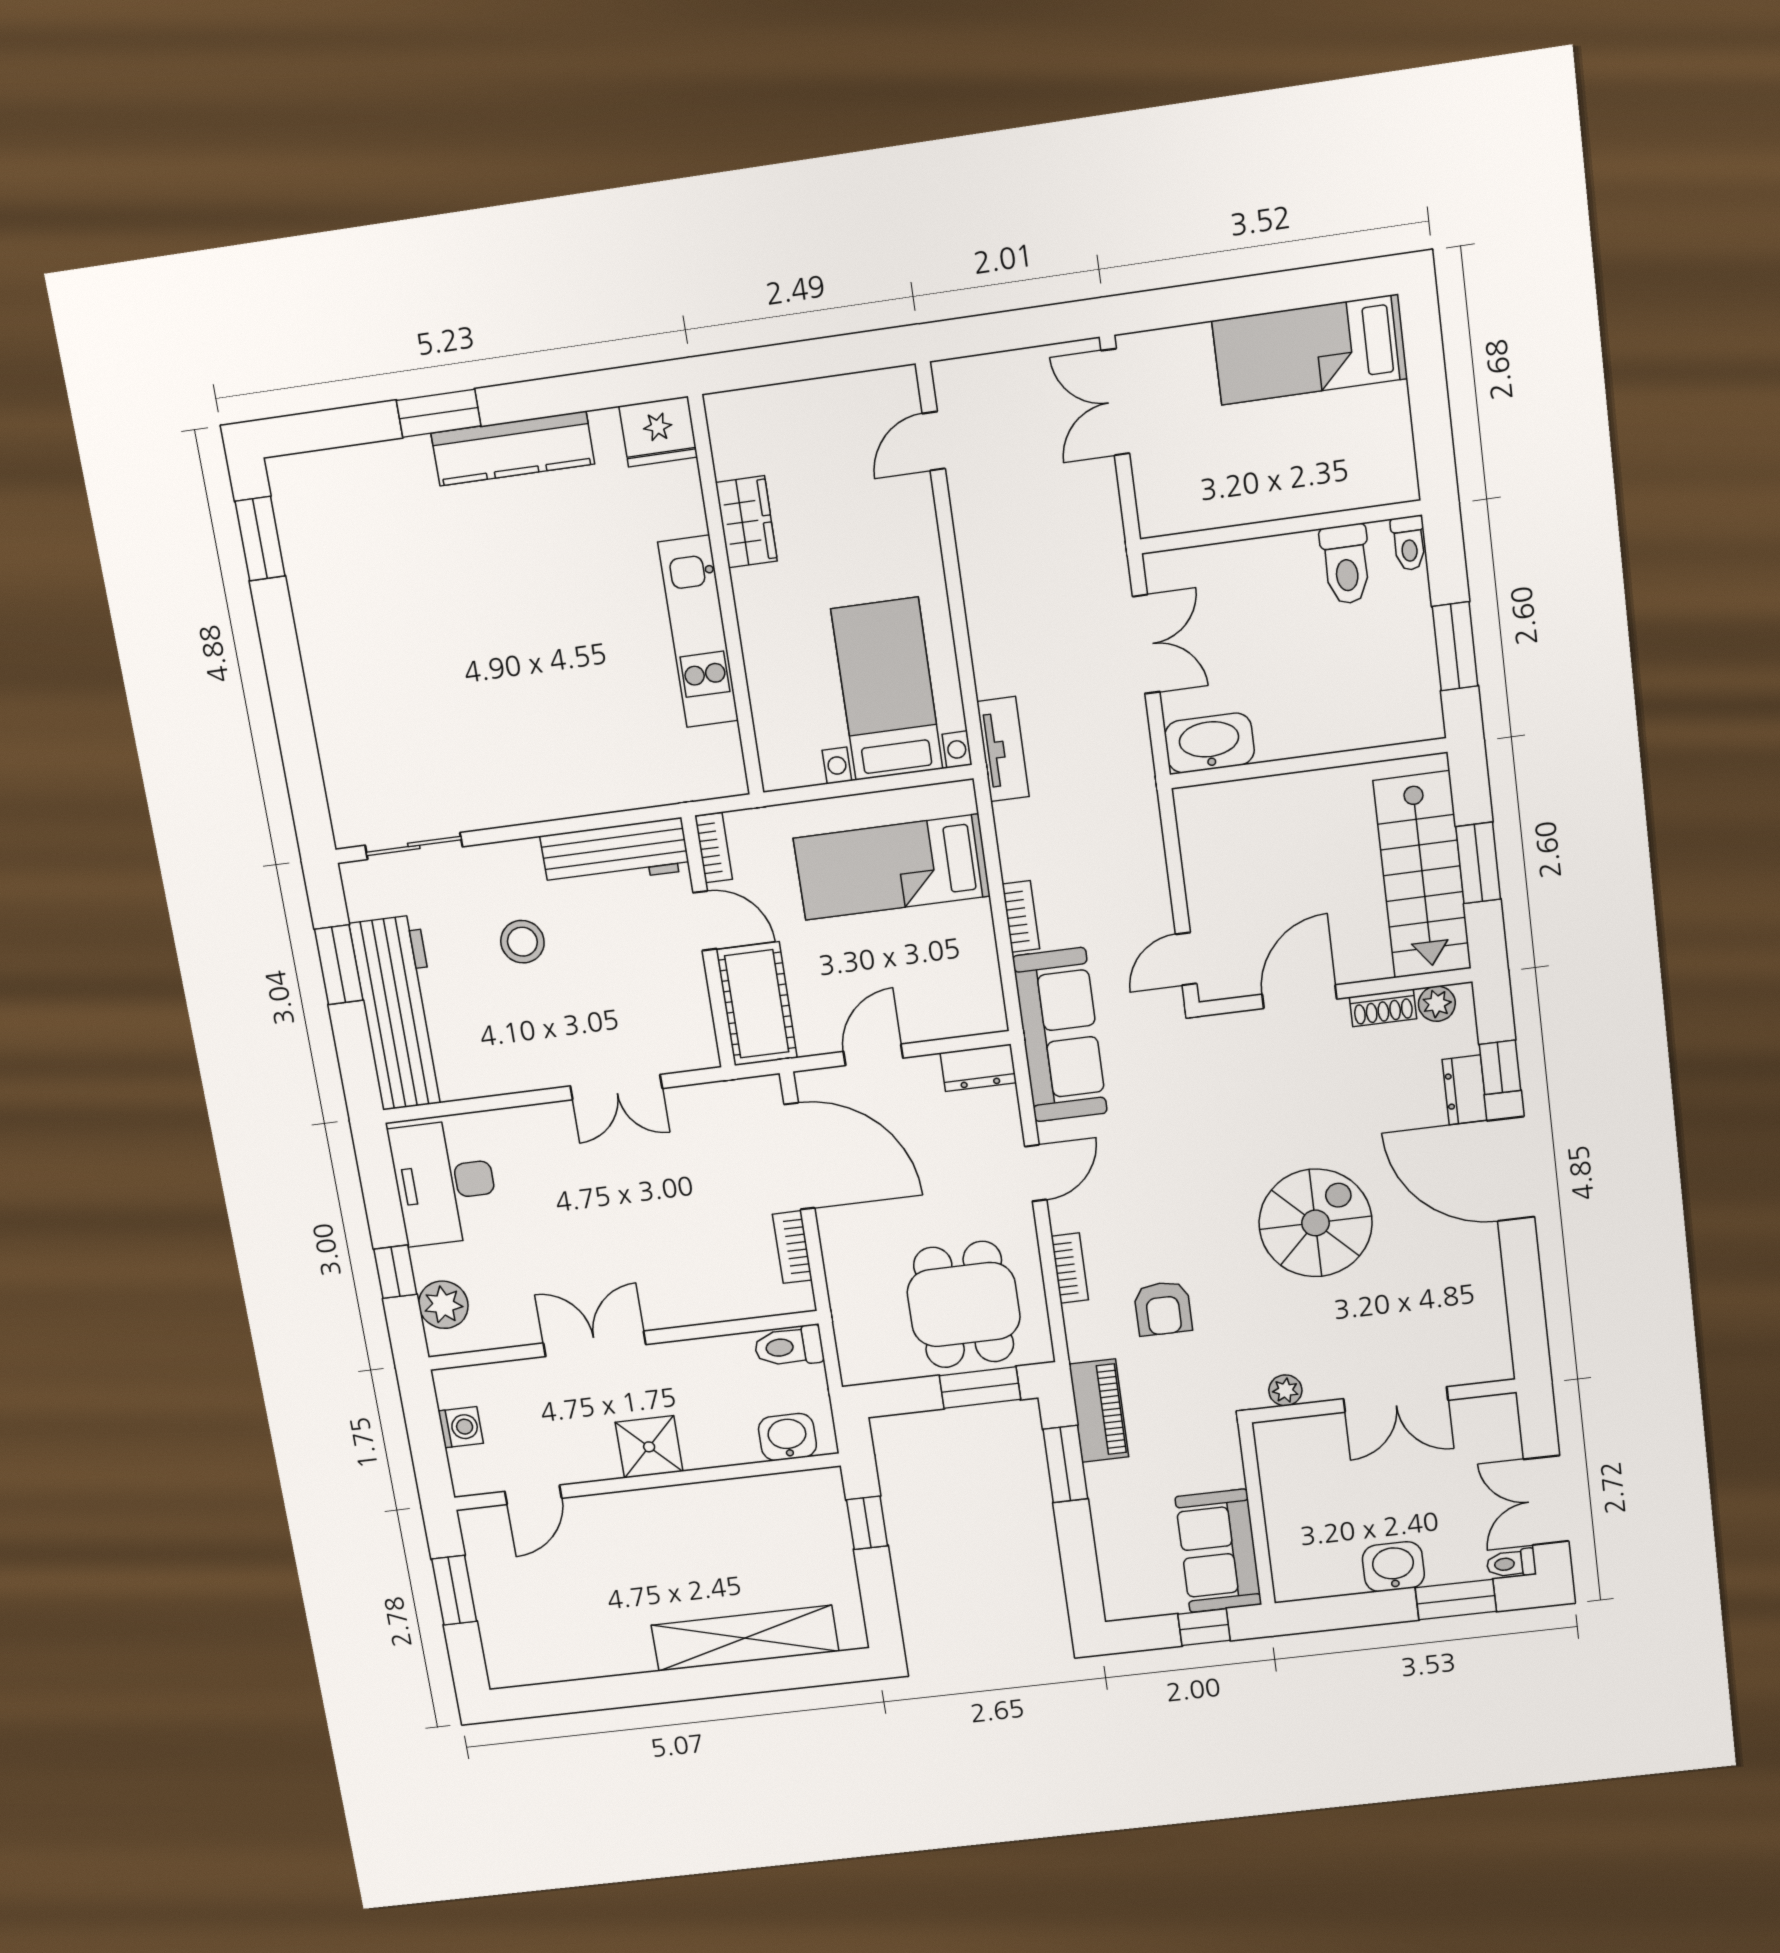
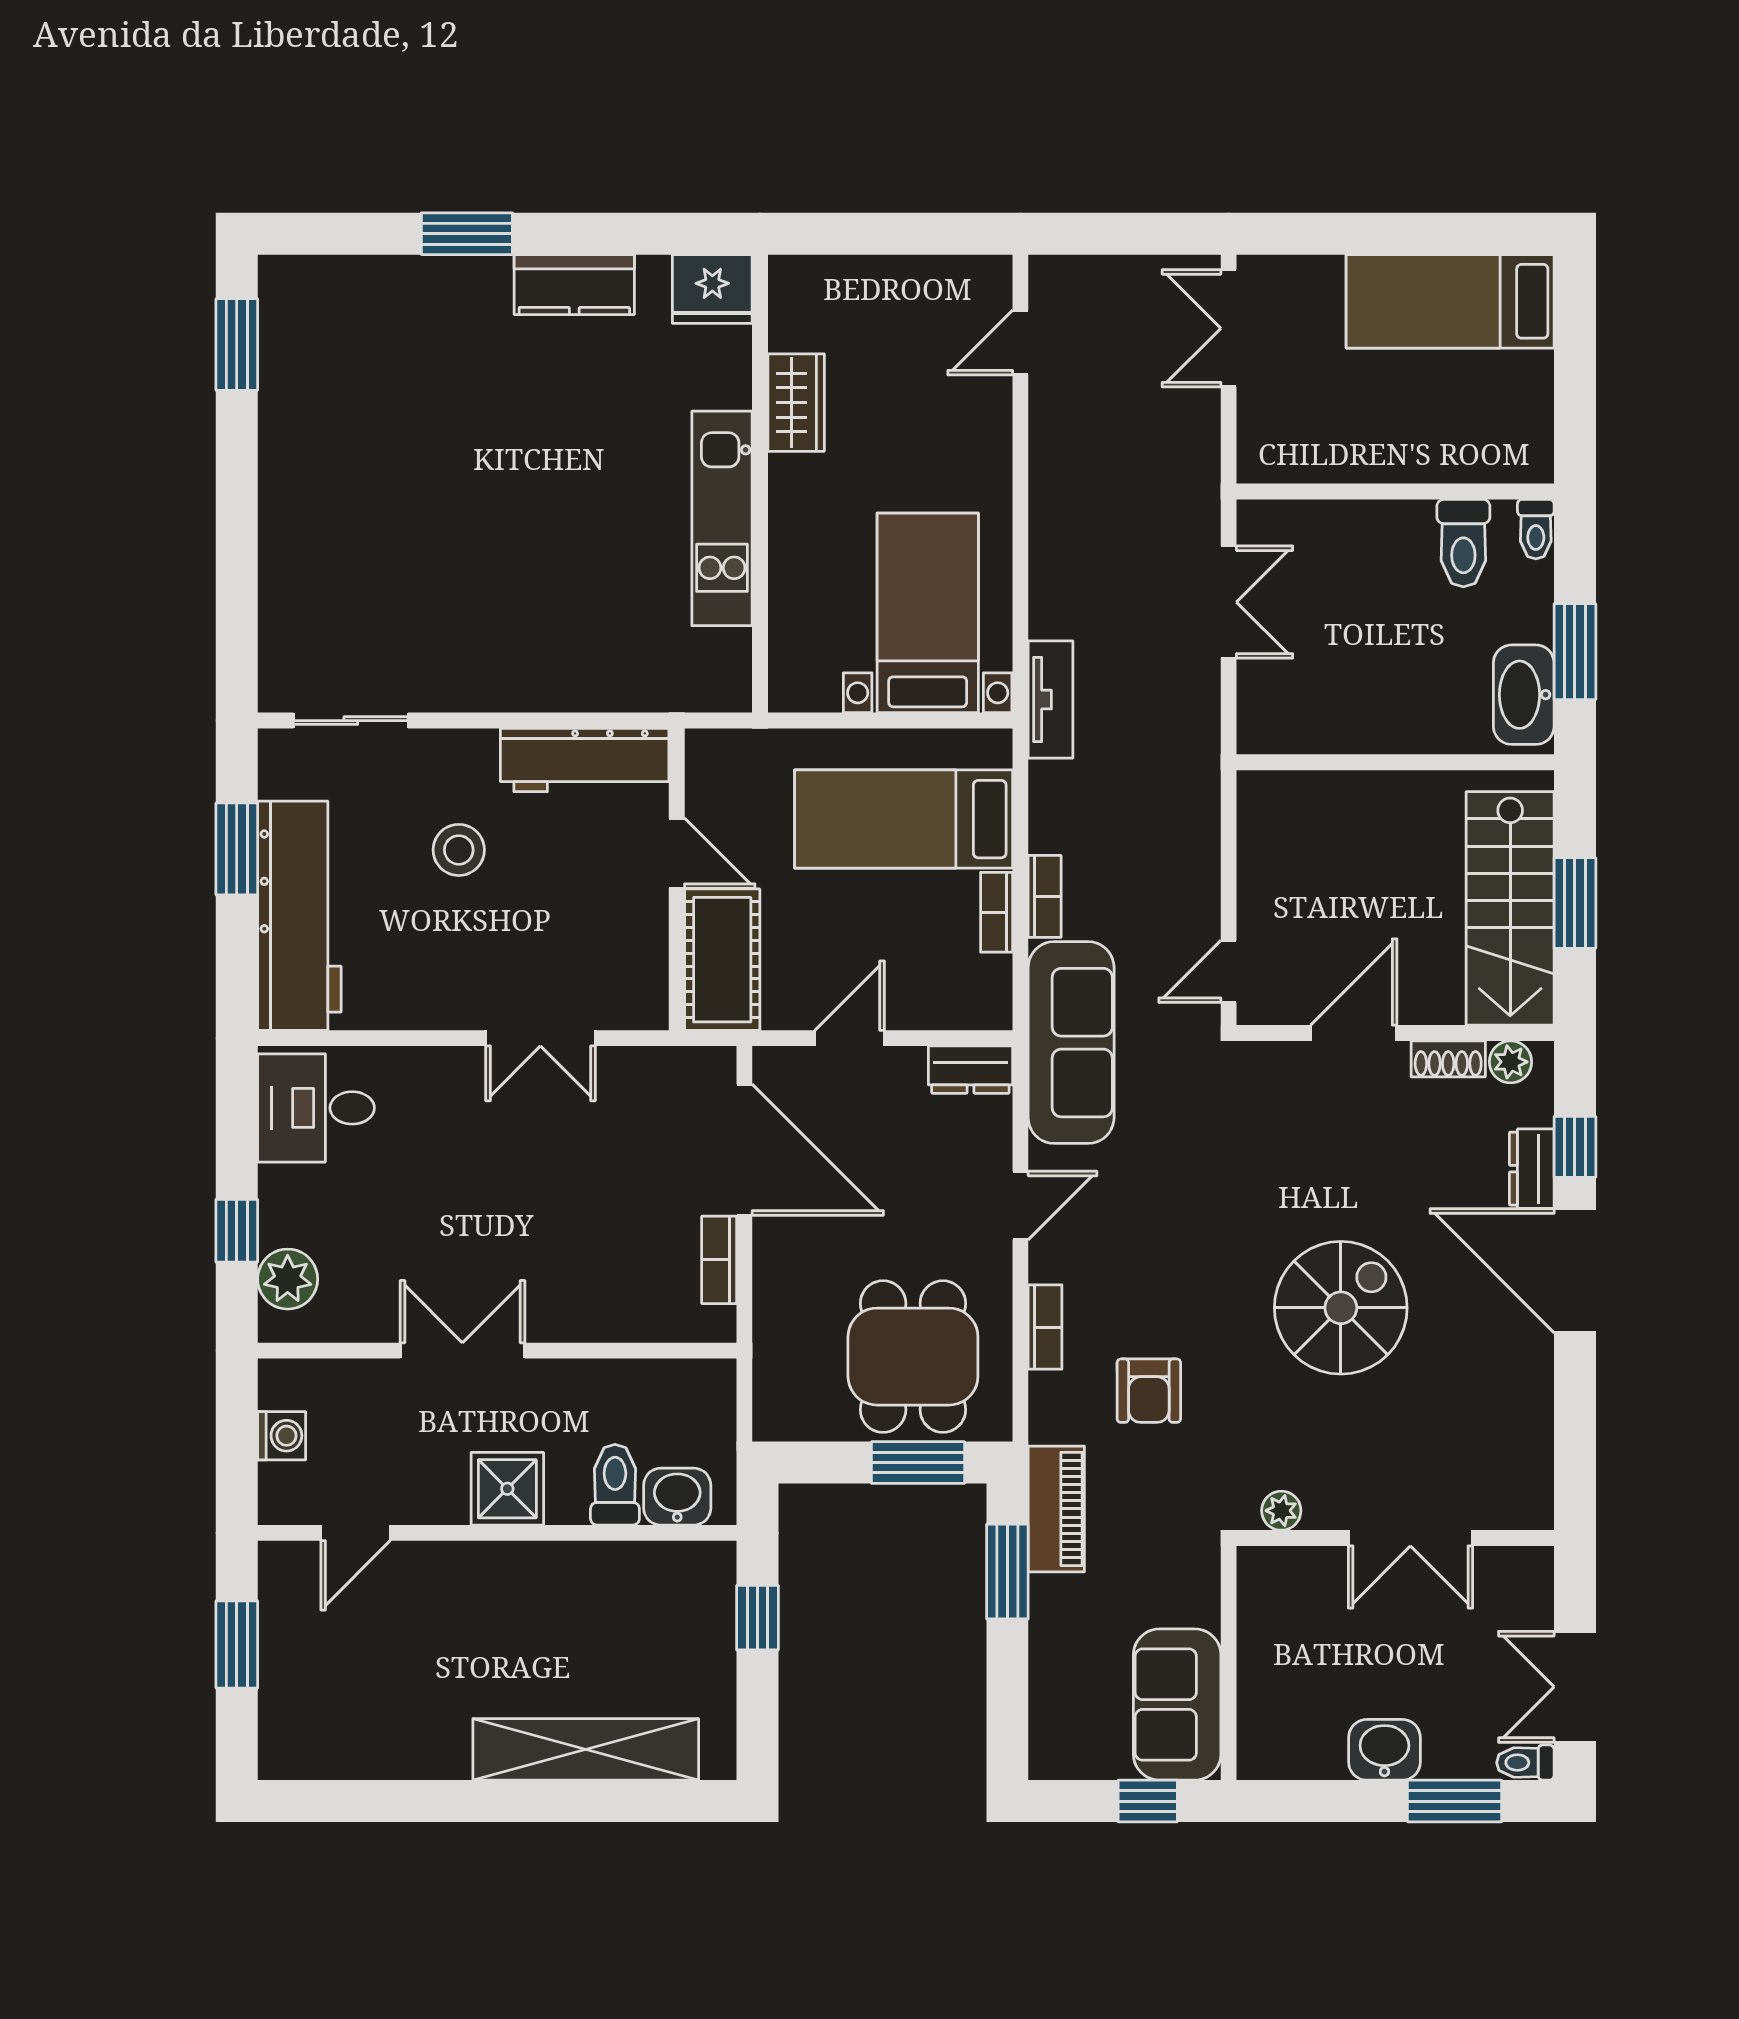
kitchen counter: (513, 449) -> (574, 285), width x0.67
washbasin: (1209, 743) -> (1524, 695), moved, turned -90
bookcase: (714, 848) -> (997, 912), moved, turned 180
desk: (445, 1182) -> (316, 1108), width x0.73
toilet: (789, 1347) -> (615, 1485), moved, turned 90

